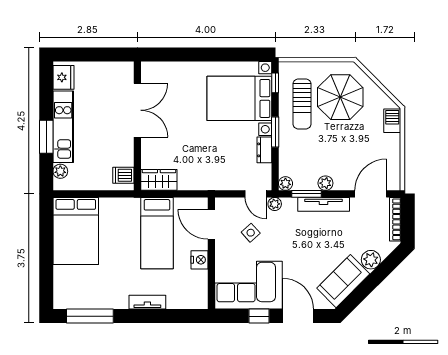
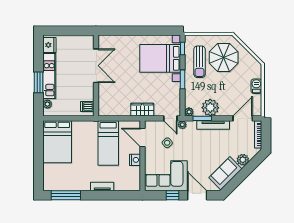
barbecue: (392, 121) -> (256, 86), moved
dresser: (264, 150) -> (176, 91), removed
wardrobe: (159, 180) -> (142, 110), moved
plant: (325, 183) -> (210, 108), width x1.87, depth x1.87

